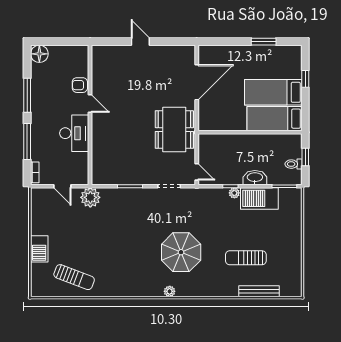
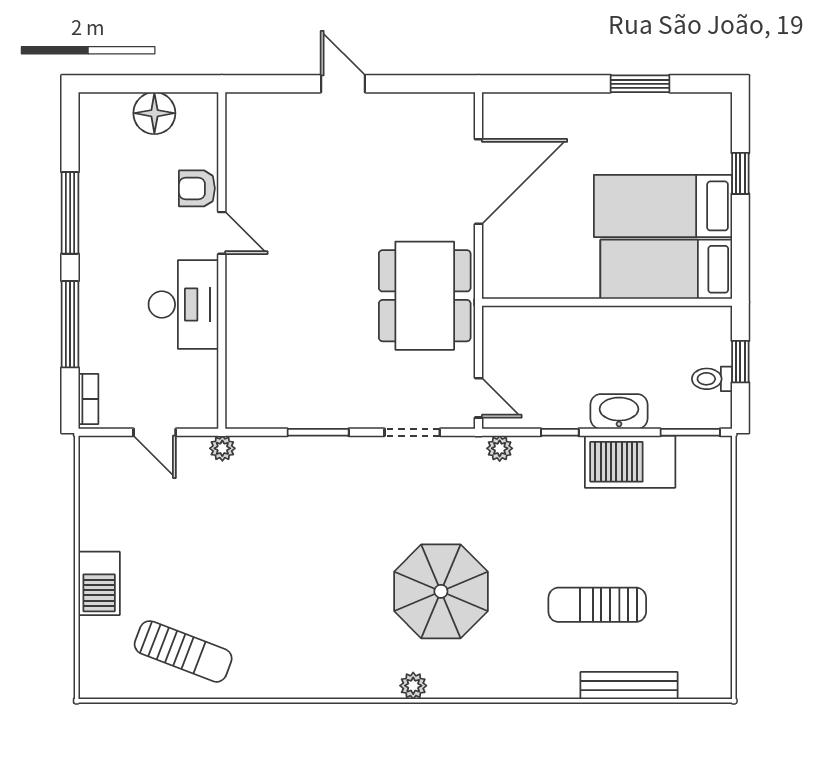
floor lamp: (39, 54) -> (154, 113), moved
plant: (234, 193) -> (500, 448), moved
plant: (90, 197) -> (222, 448), width x0.53, depth x0.53

